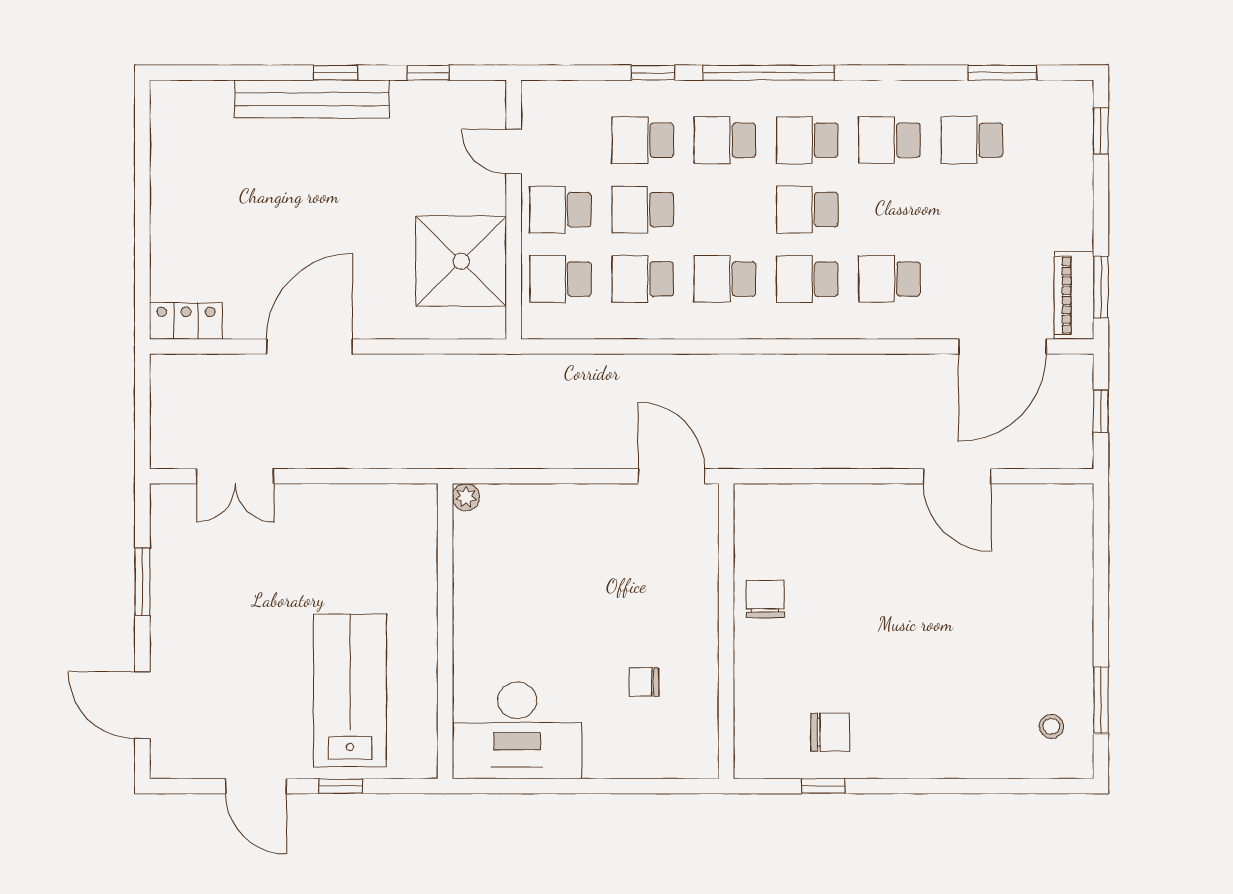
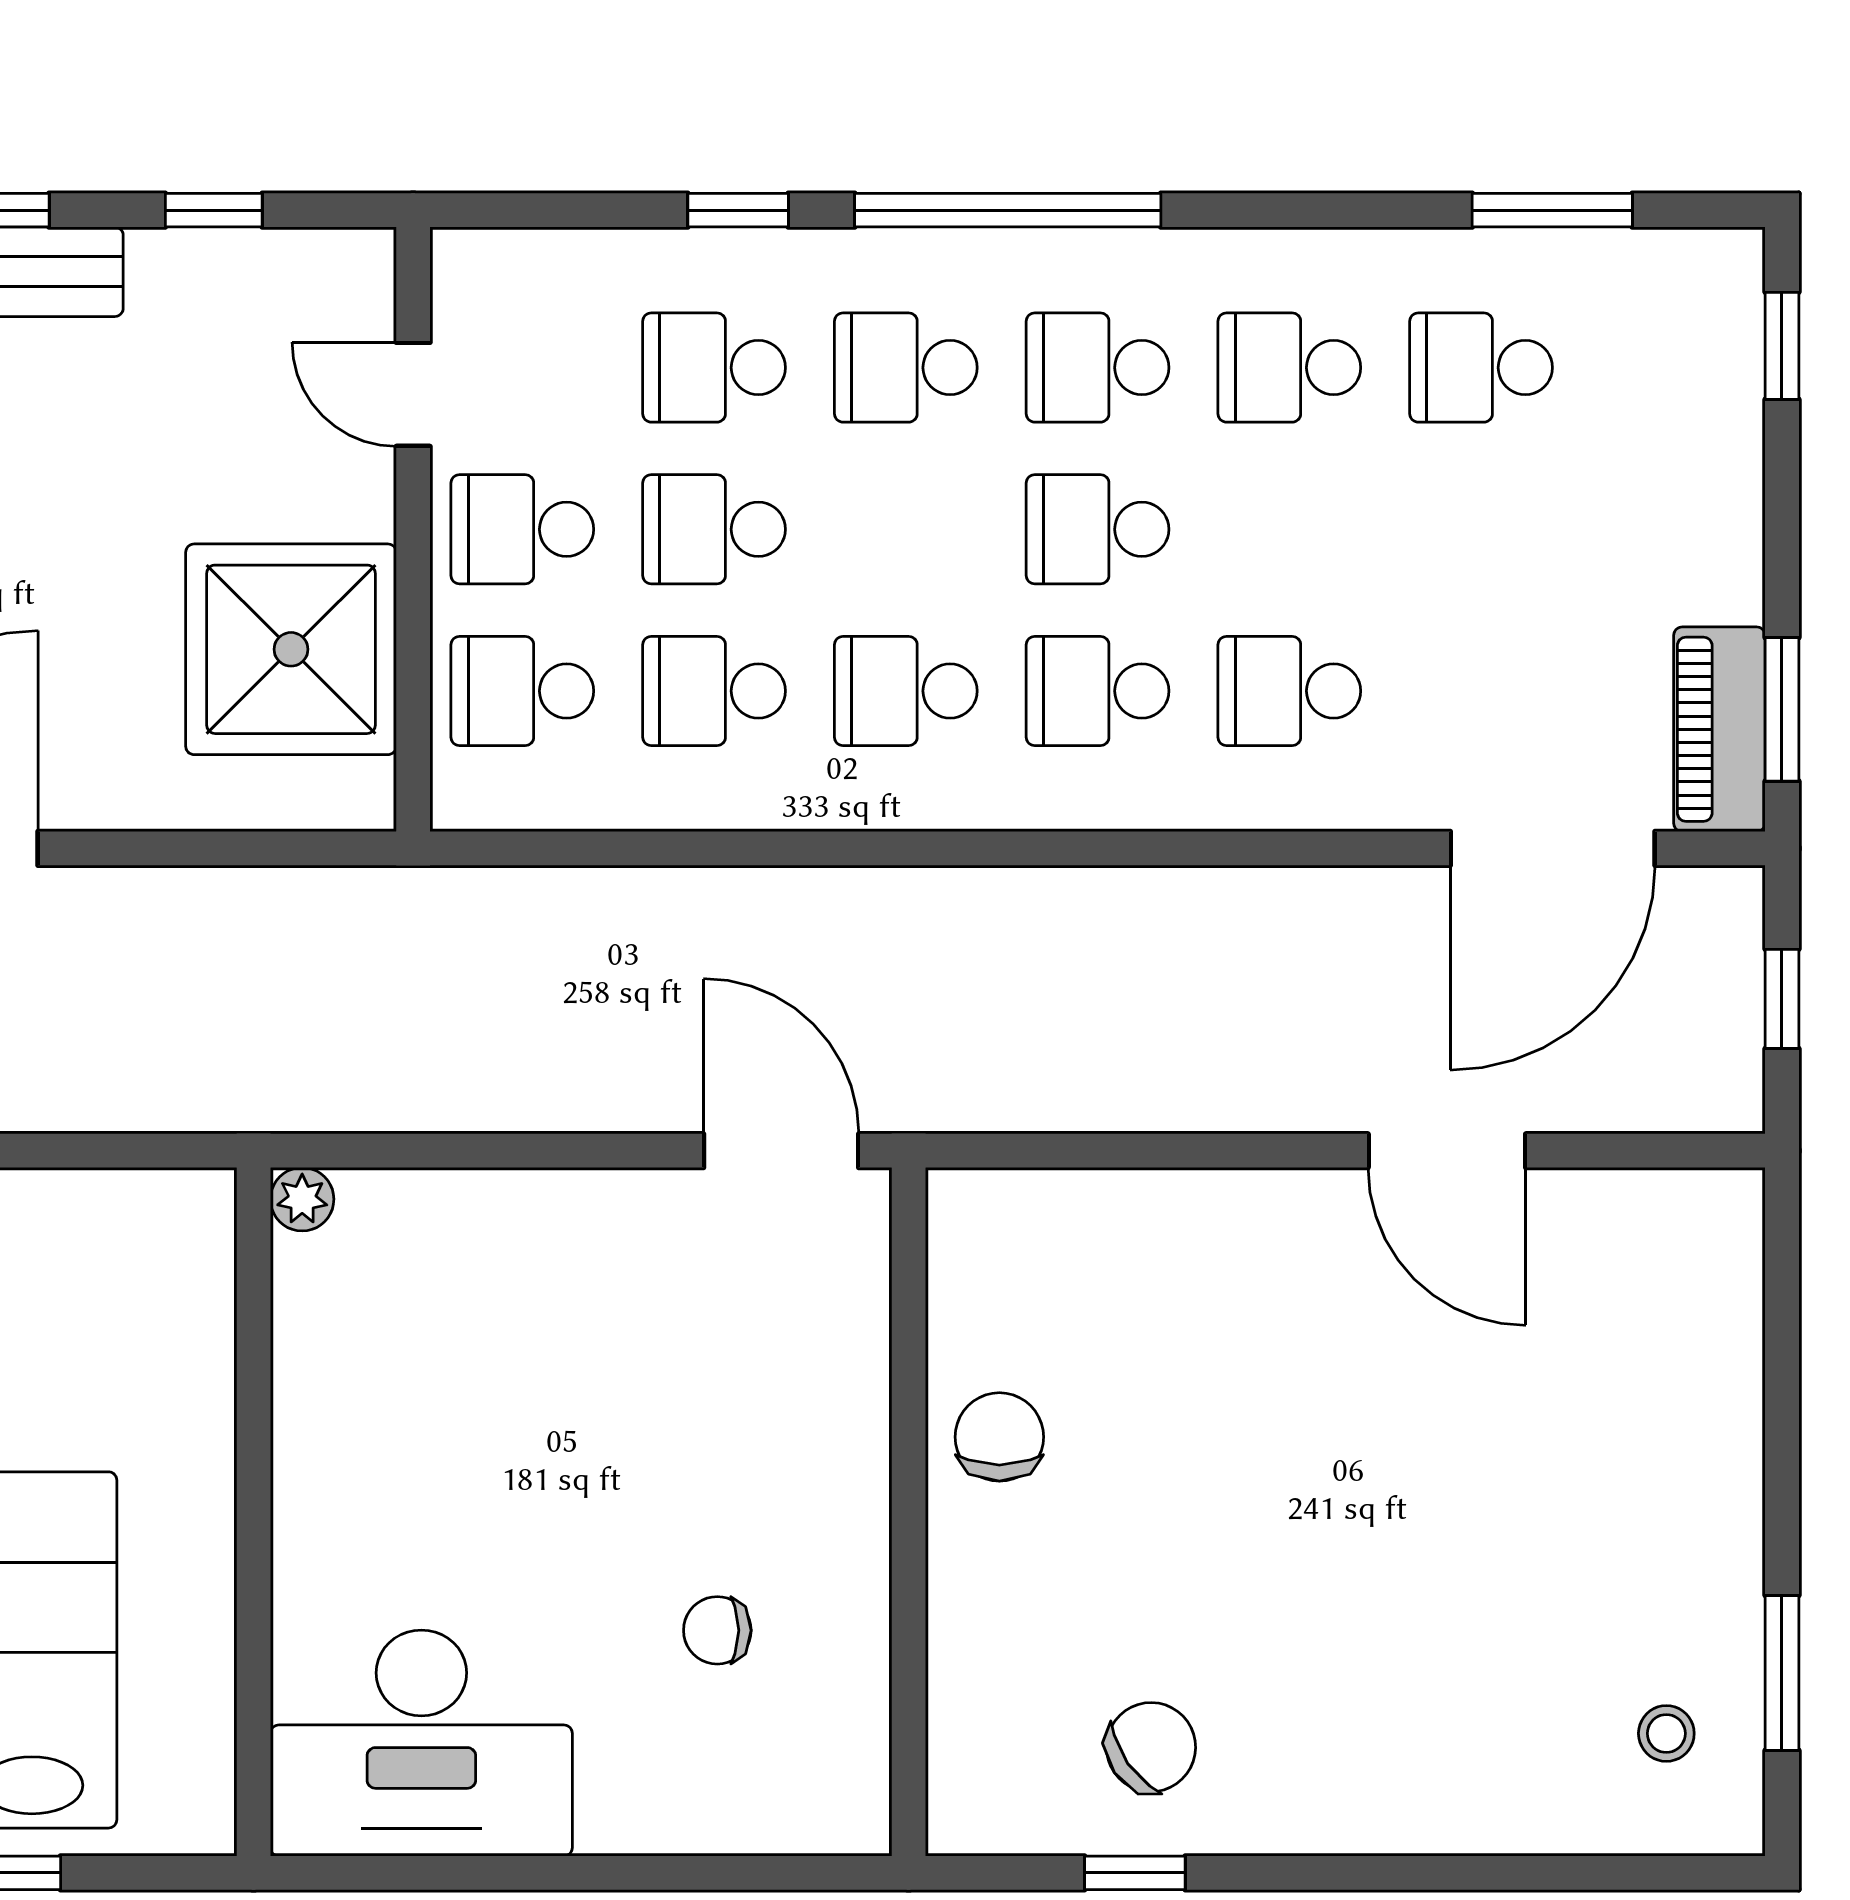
chair: (830, 732) -> (1151, 1747), turned -35

